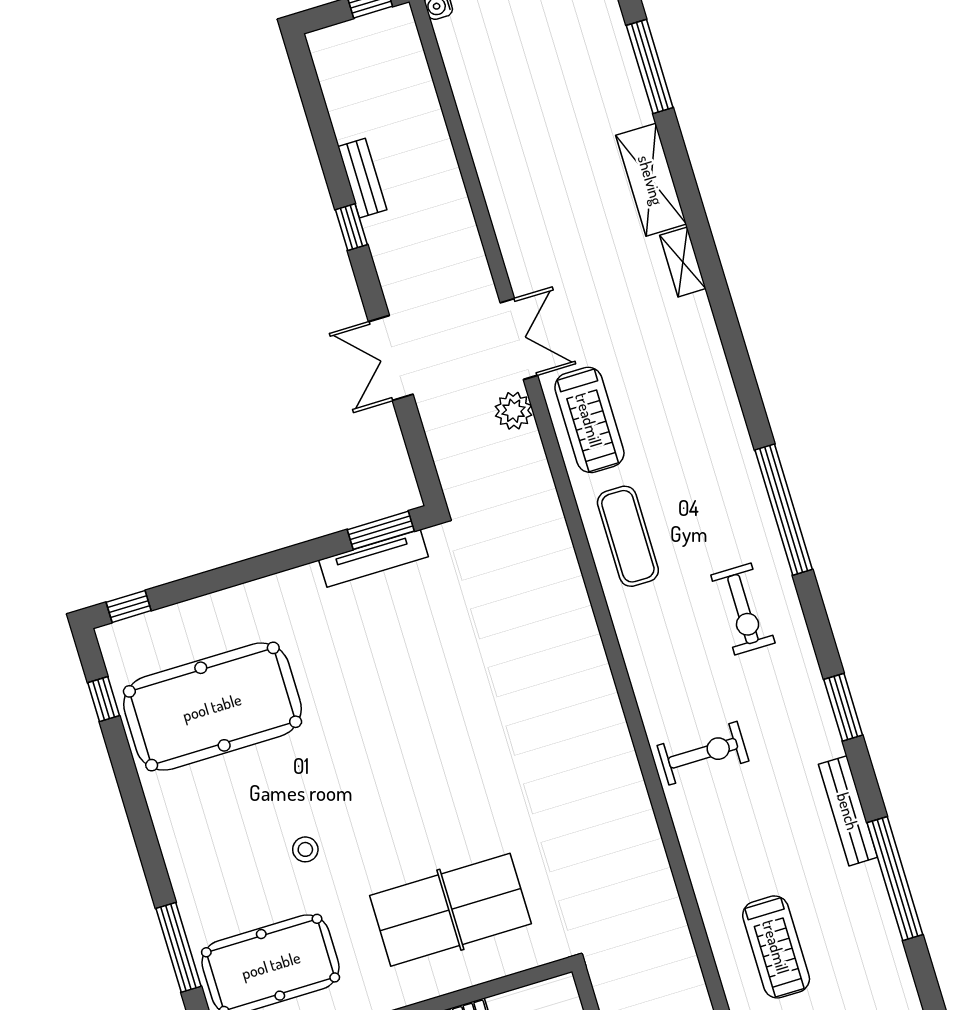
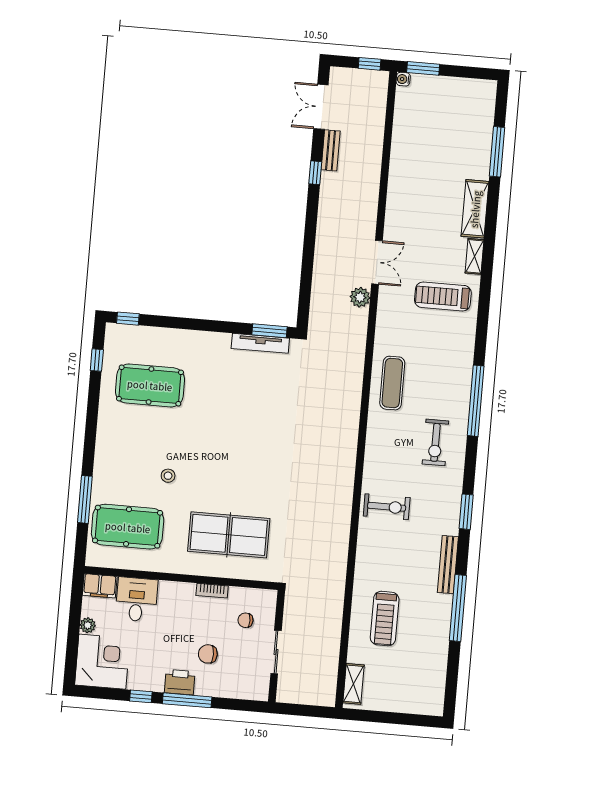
double door: (391, 358) -> (321, 107), moved
treadmill: (589, 420) -> (443, 296), moved, turned 90
pool table: (212, 707) -> (150, 385), width x0.73, depth x0.76

